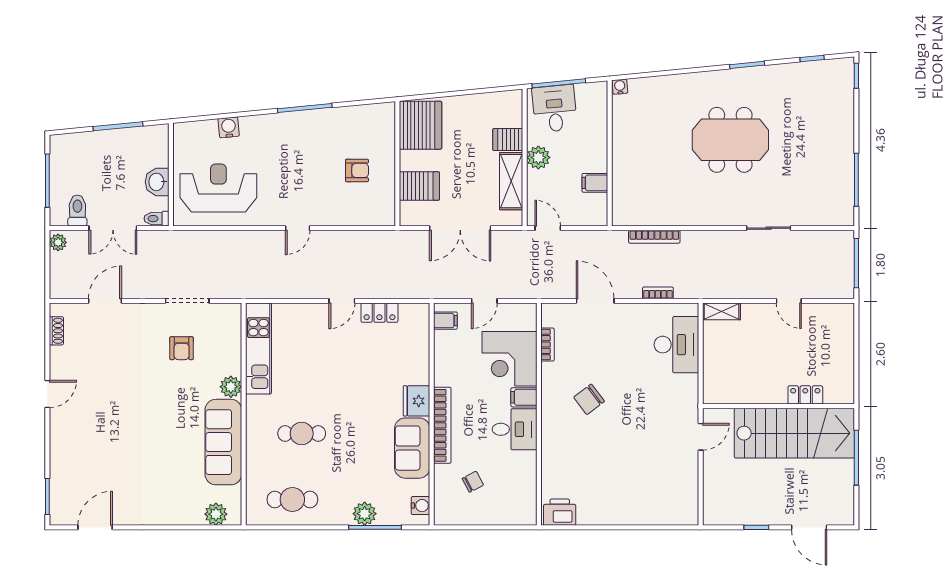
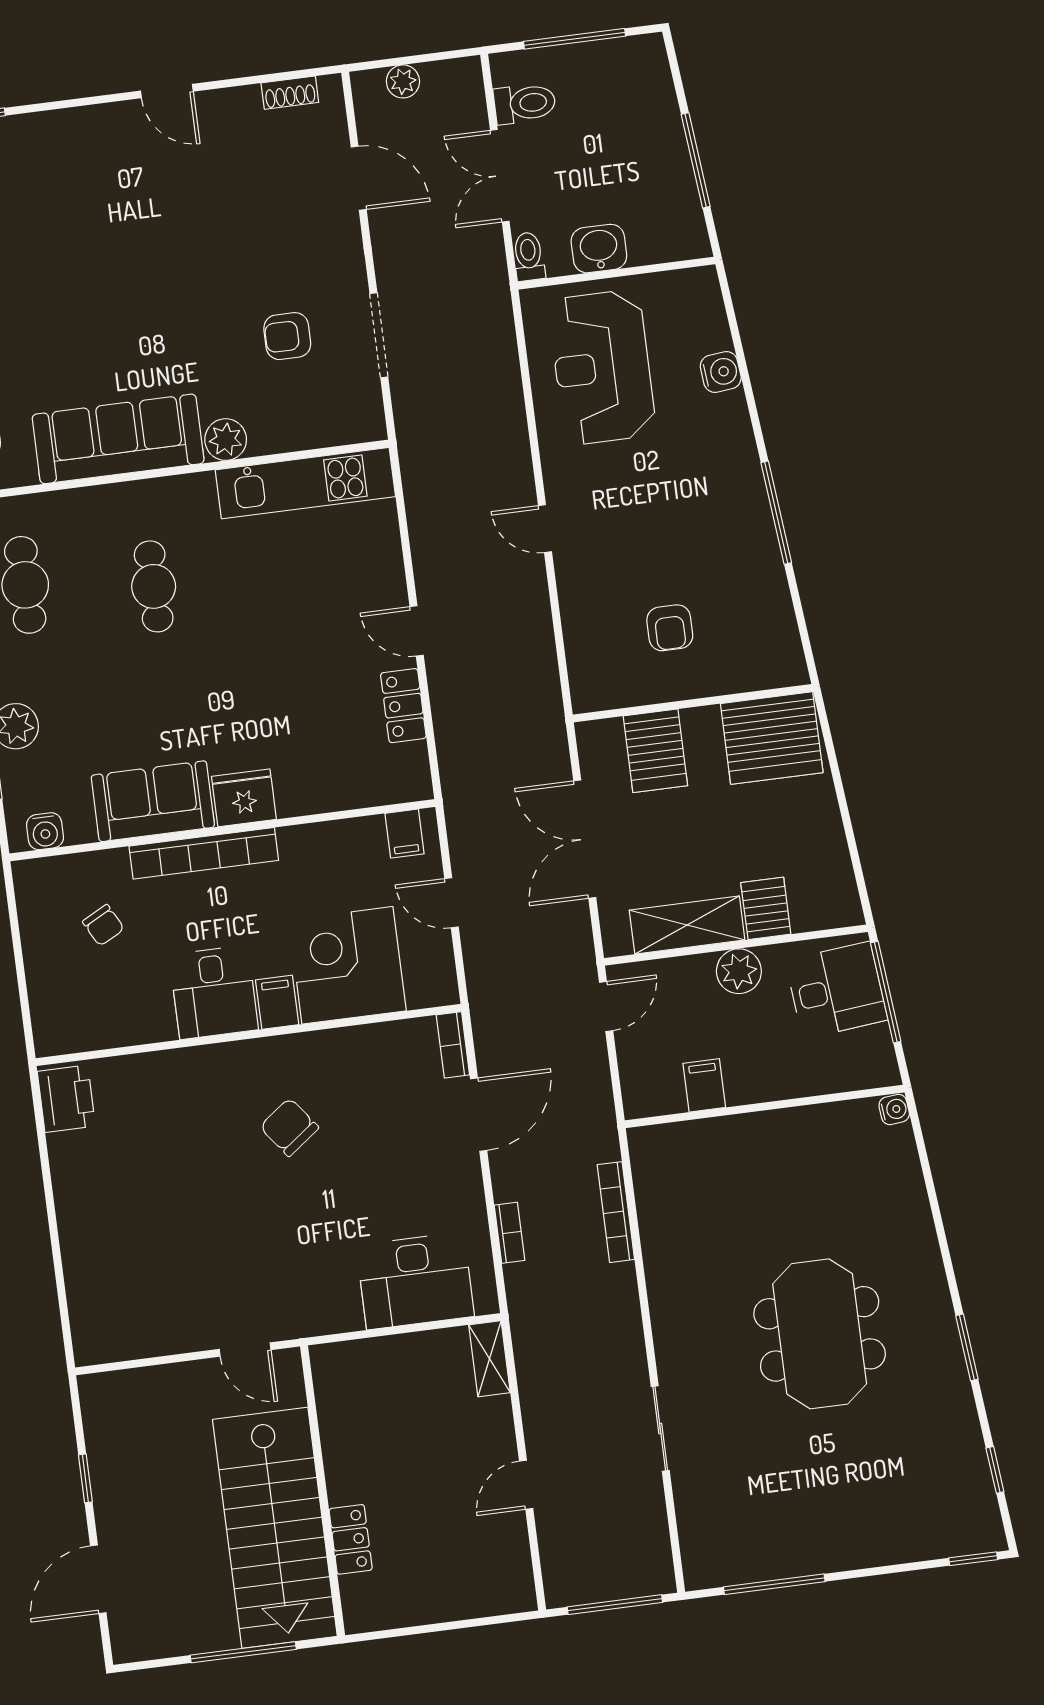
reception desk: (218, 188) -> (602, 367), turned 180
plant: (58, 242) -> (403, 81), moved
bookcase: (548, 345) -> (453, 1045), moved, turned 90

